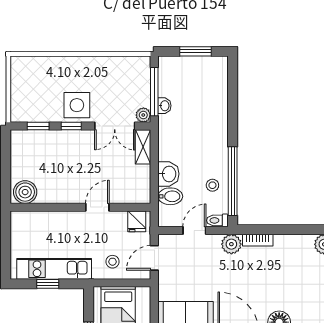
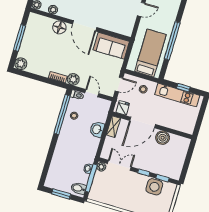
side table: (77, 105) -> (154, 187), moved
shelving: (143, 147) -> (113, 127), moved
boiler: (25, 192) -> (163, 138), moved
bidet: (170, 196) -> (78, 188), moved
door: (97, 207) -> (143, 122), width x1.87
door: (194, 231) -> (92, 93), swing flipped

